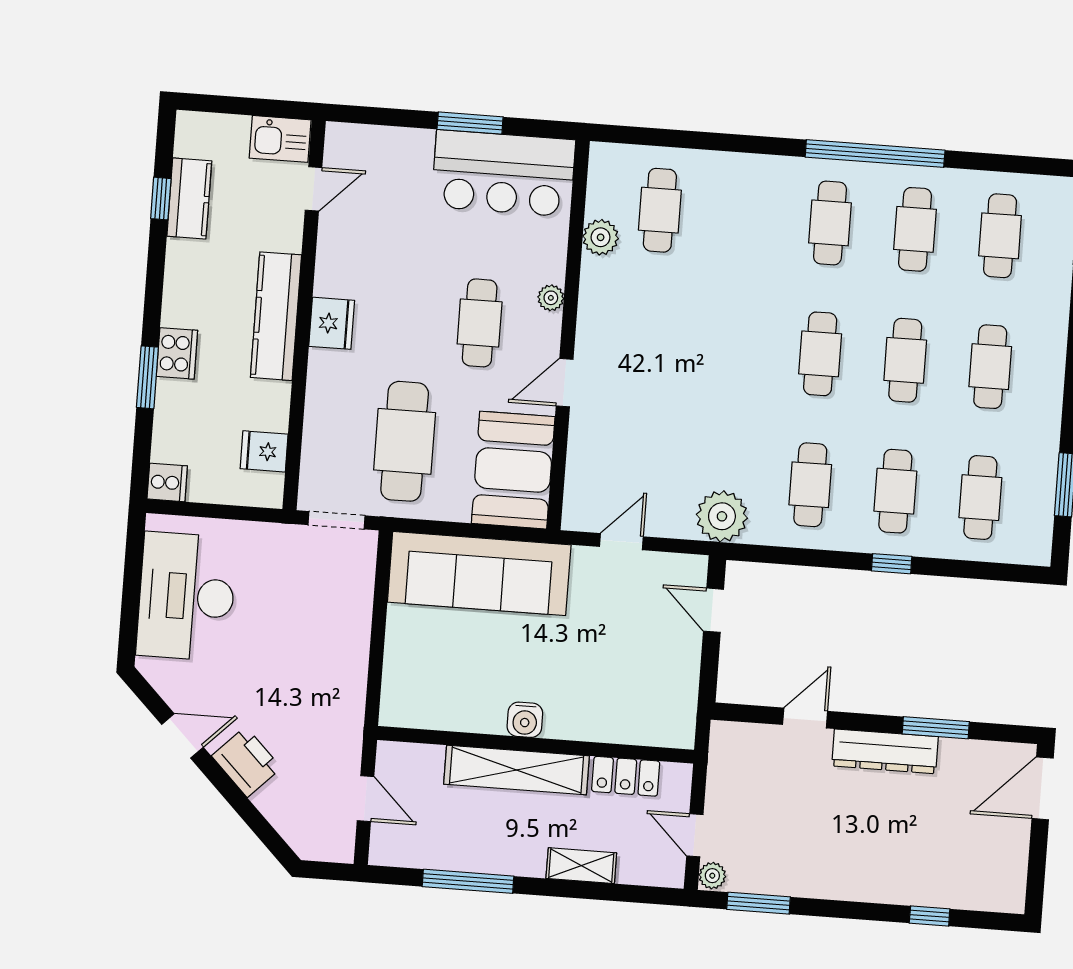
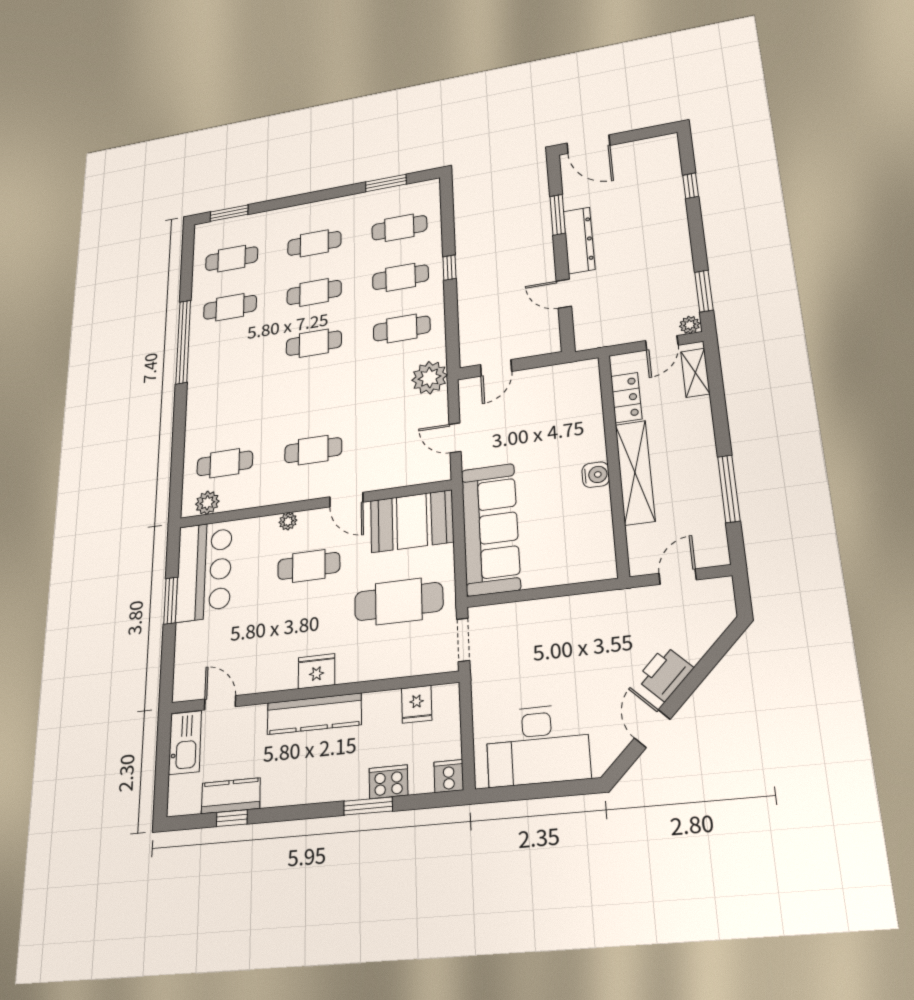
kitchen sink: (280, 139) -> (185, 743), width x1.38
cafe table: (830, 223) -> (313, 450), moved
plant: (601, 237) -> (207, 503), moved
cooker: (177, 353) -> (388, 782), moved
shelving: (581, 866) -> (695, 373), moved

